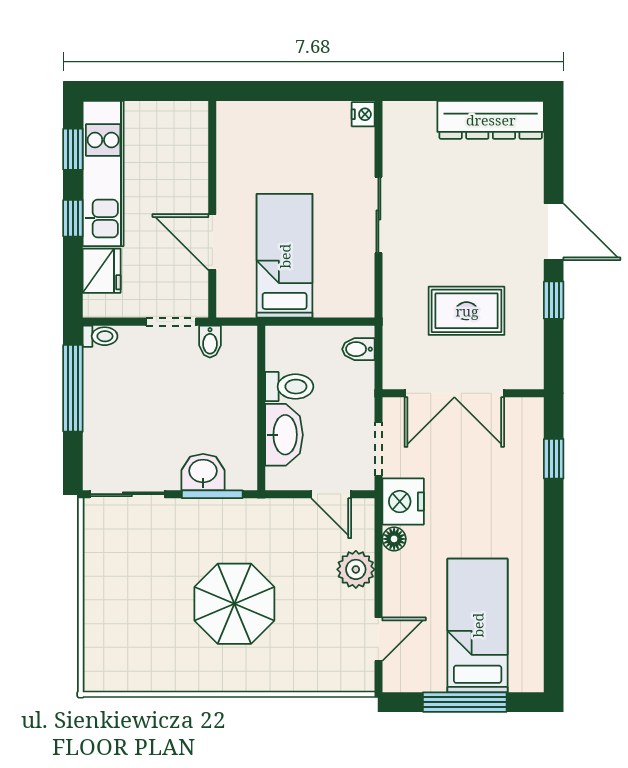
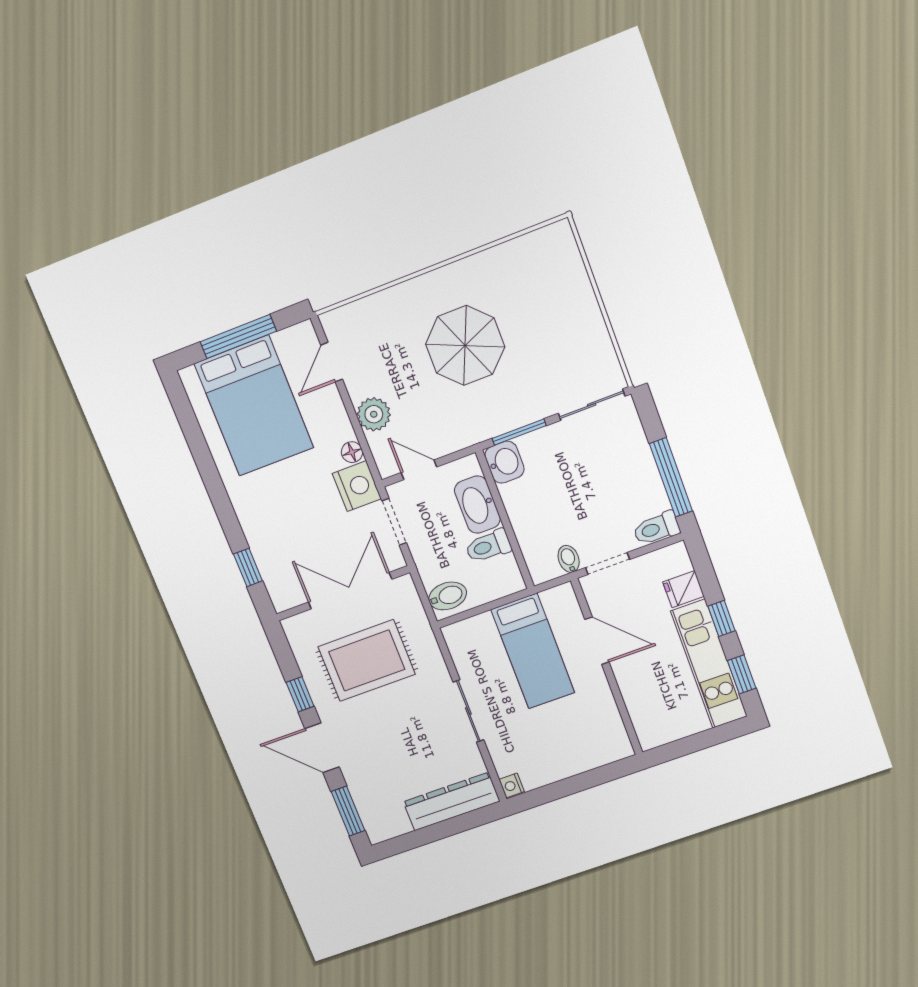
dresser: (491, 120) -> (451, 802), moved
window: (554, 150) -> (348, 811), added
fridge: (102, 271) -> (683, 589), width x0.72
rug: (467, 311) -> (367, 661), width x1.36, depth x1.43
toilet: (100, 336) -> (656, 528), width x1.37, depth x1.39
bidet: (358, 349) -> (448, 596), width x1.38, depth x1.36
washbasin: (203, 472) -> (504, 462), moved, turned -90
bed: (478, 625) -> (254, 406), width x1.50

